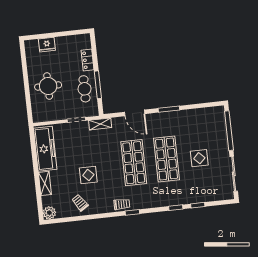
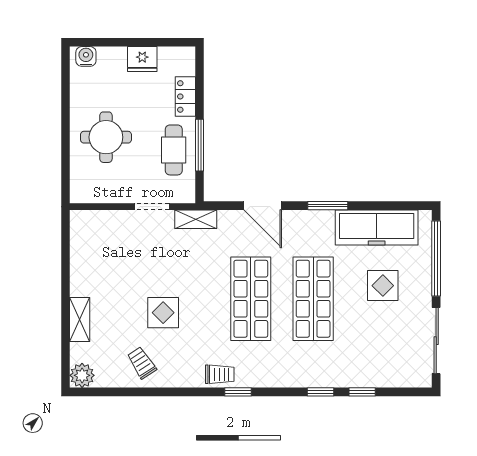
water cooler: (33, 45) -> (86, 56), added
fridge: (47, 45) -> (142, 59), moved
freezer: (45, 149) -> (377, 227), moved, turned 90
display table: (199, 158) -> (383, 286), moved

